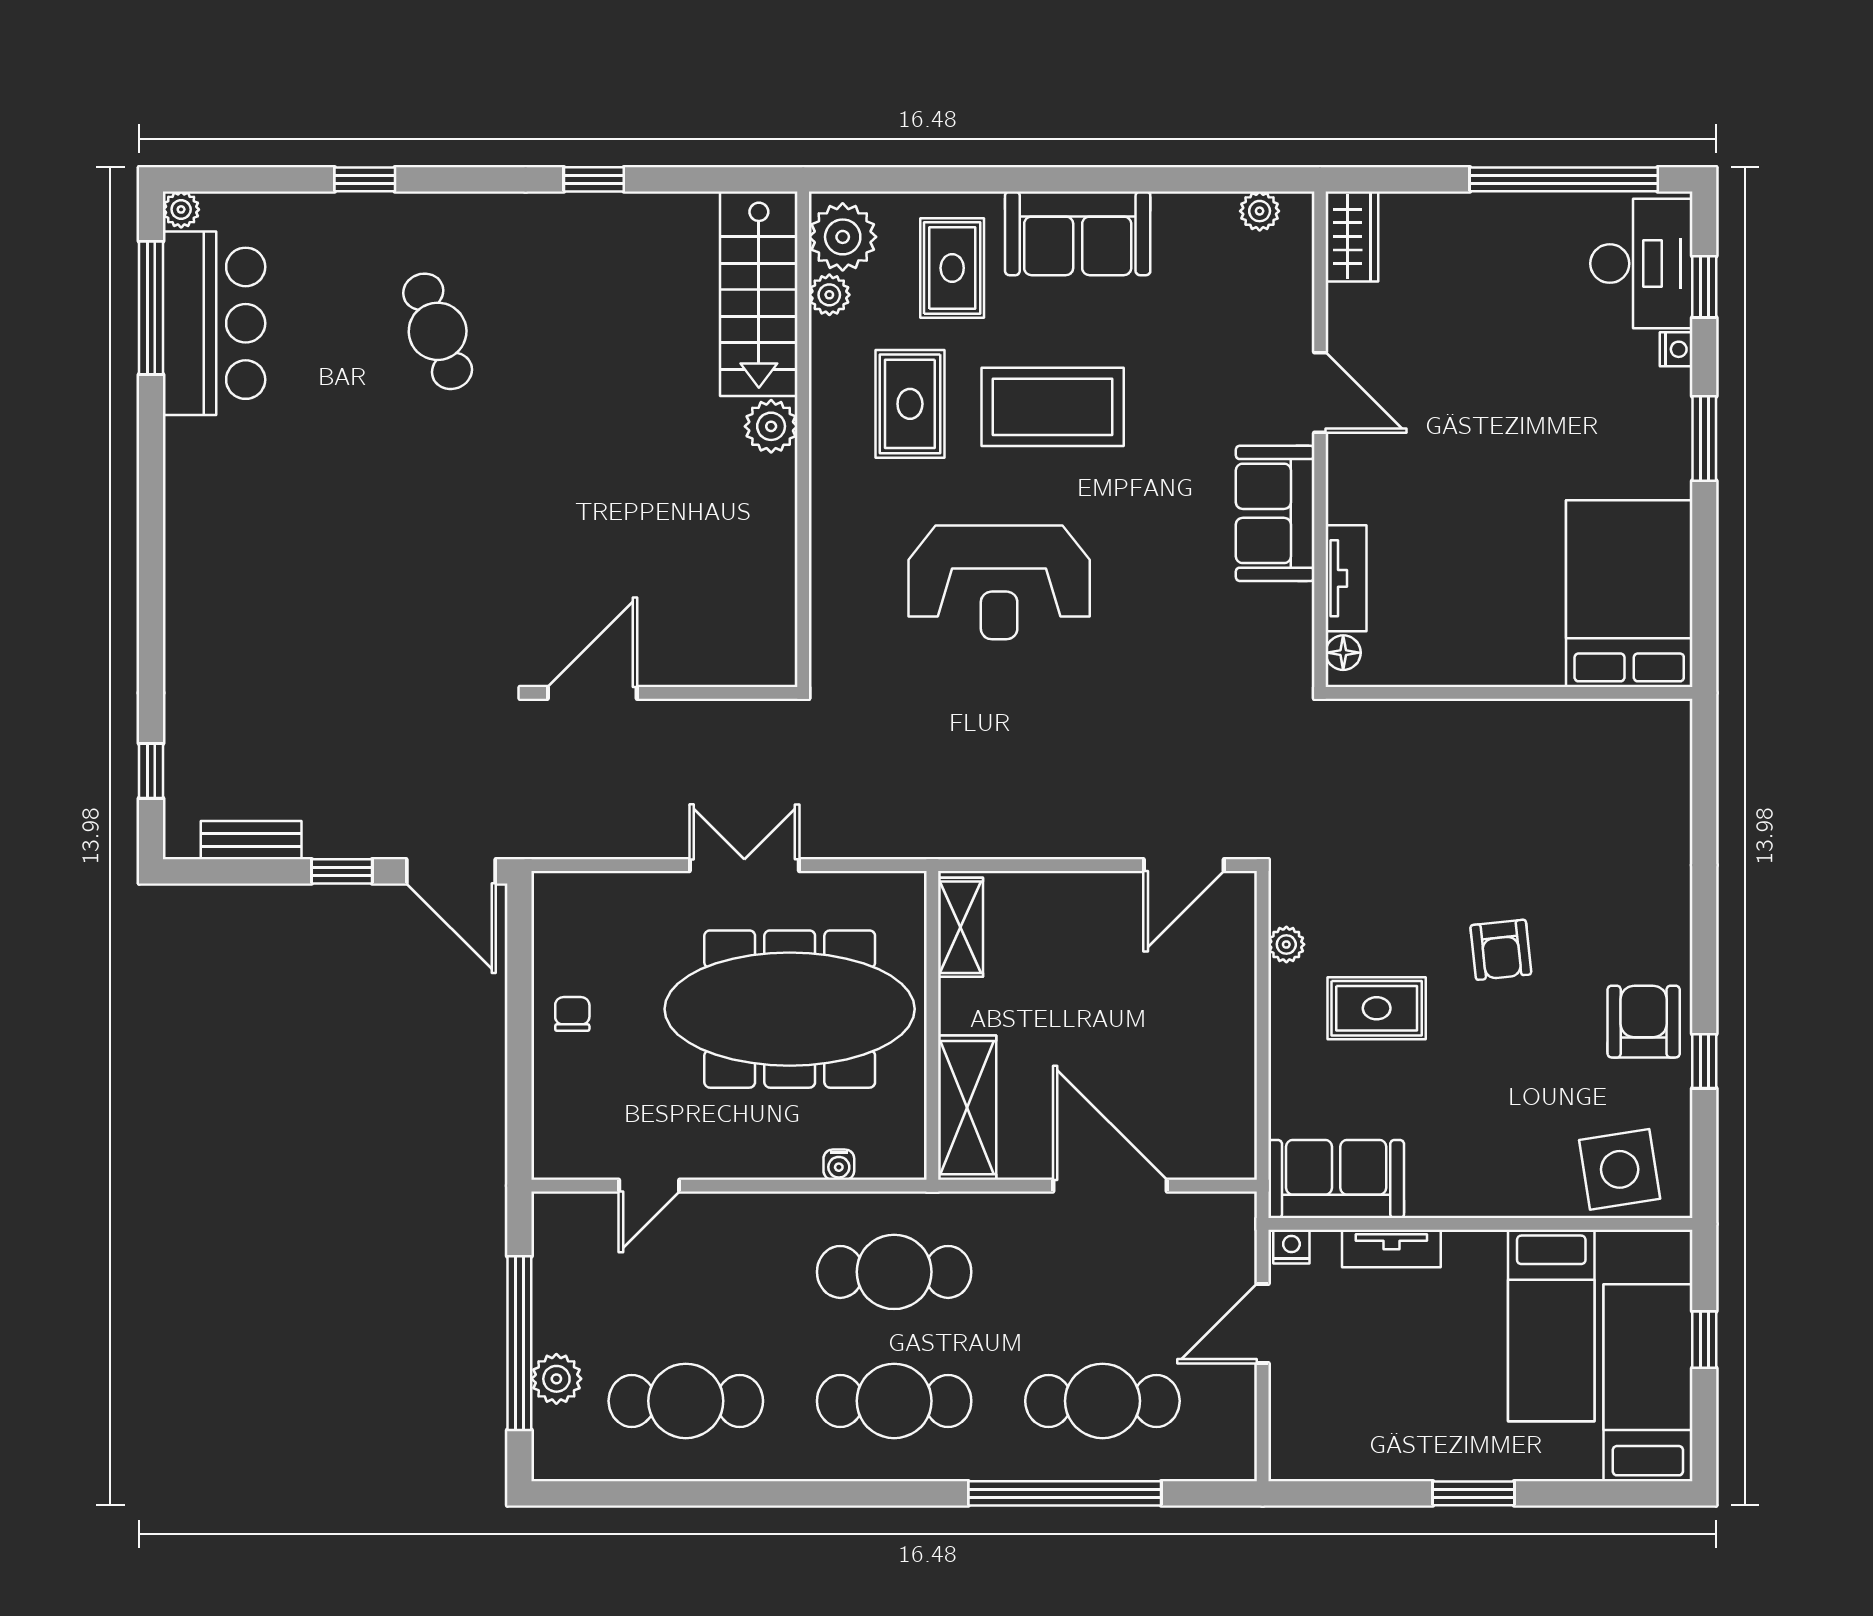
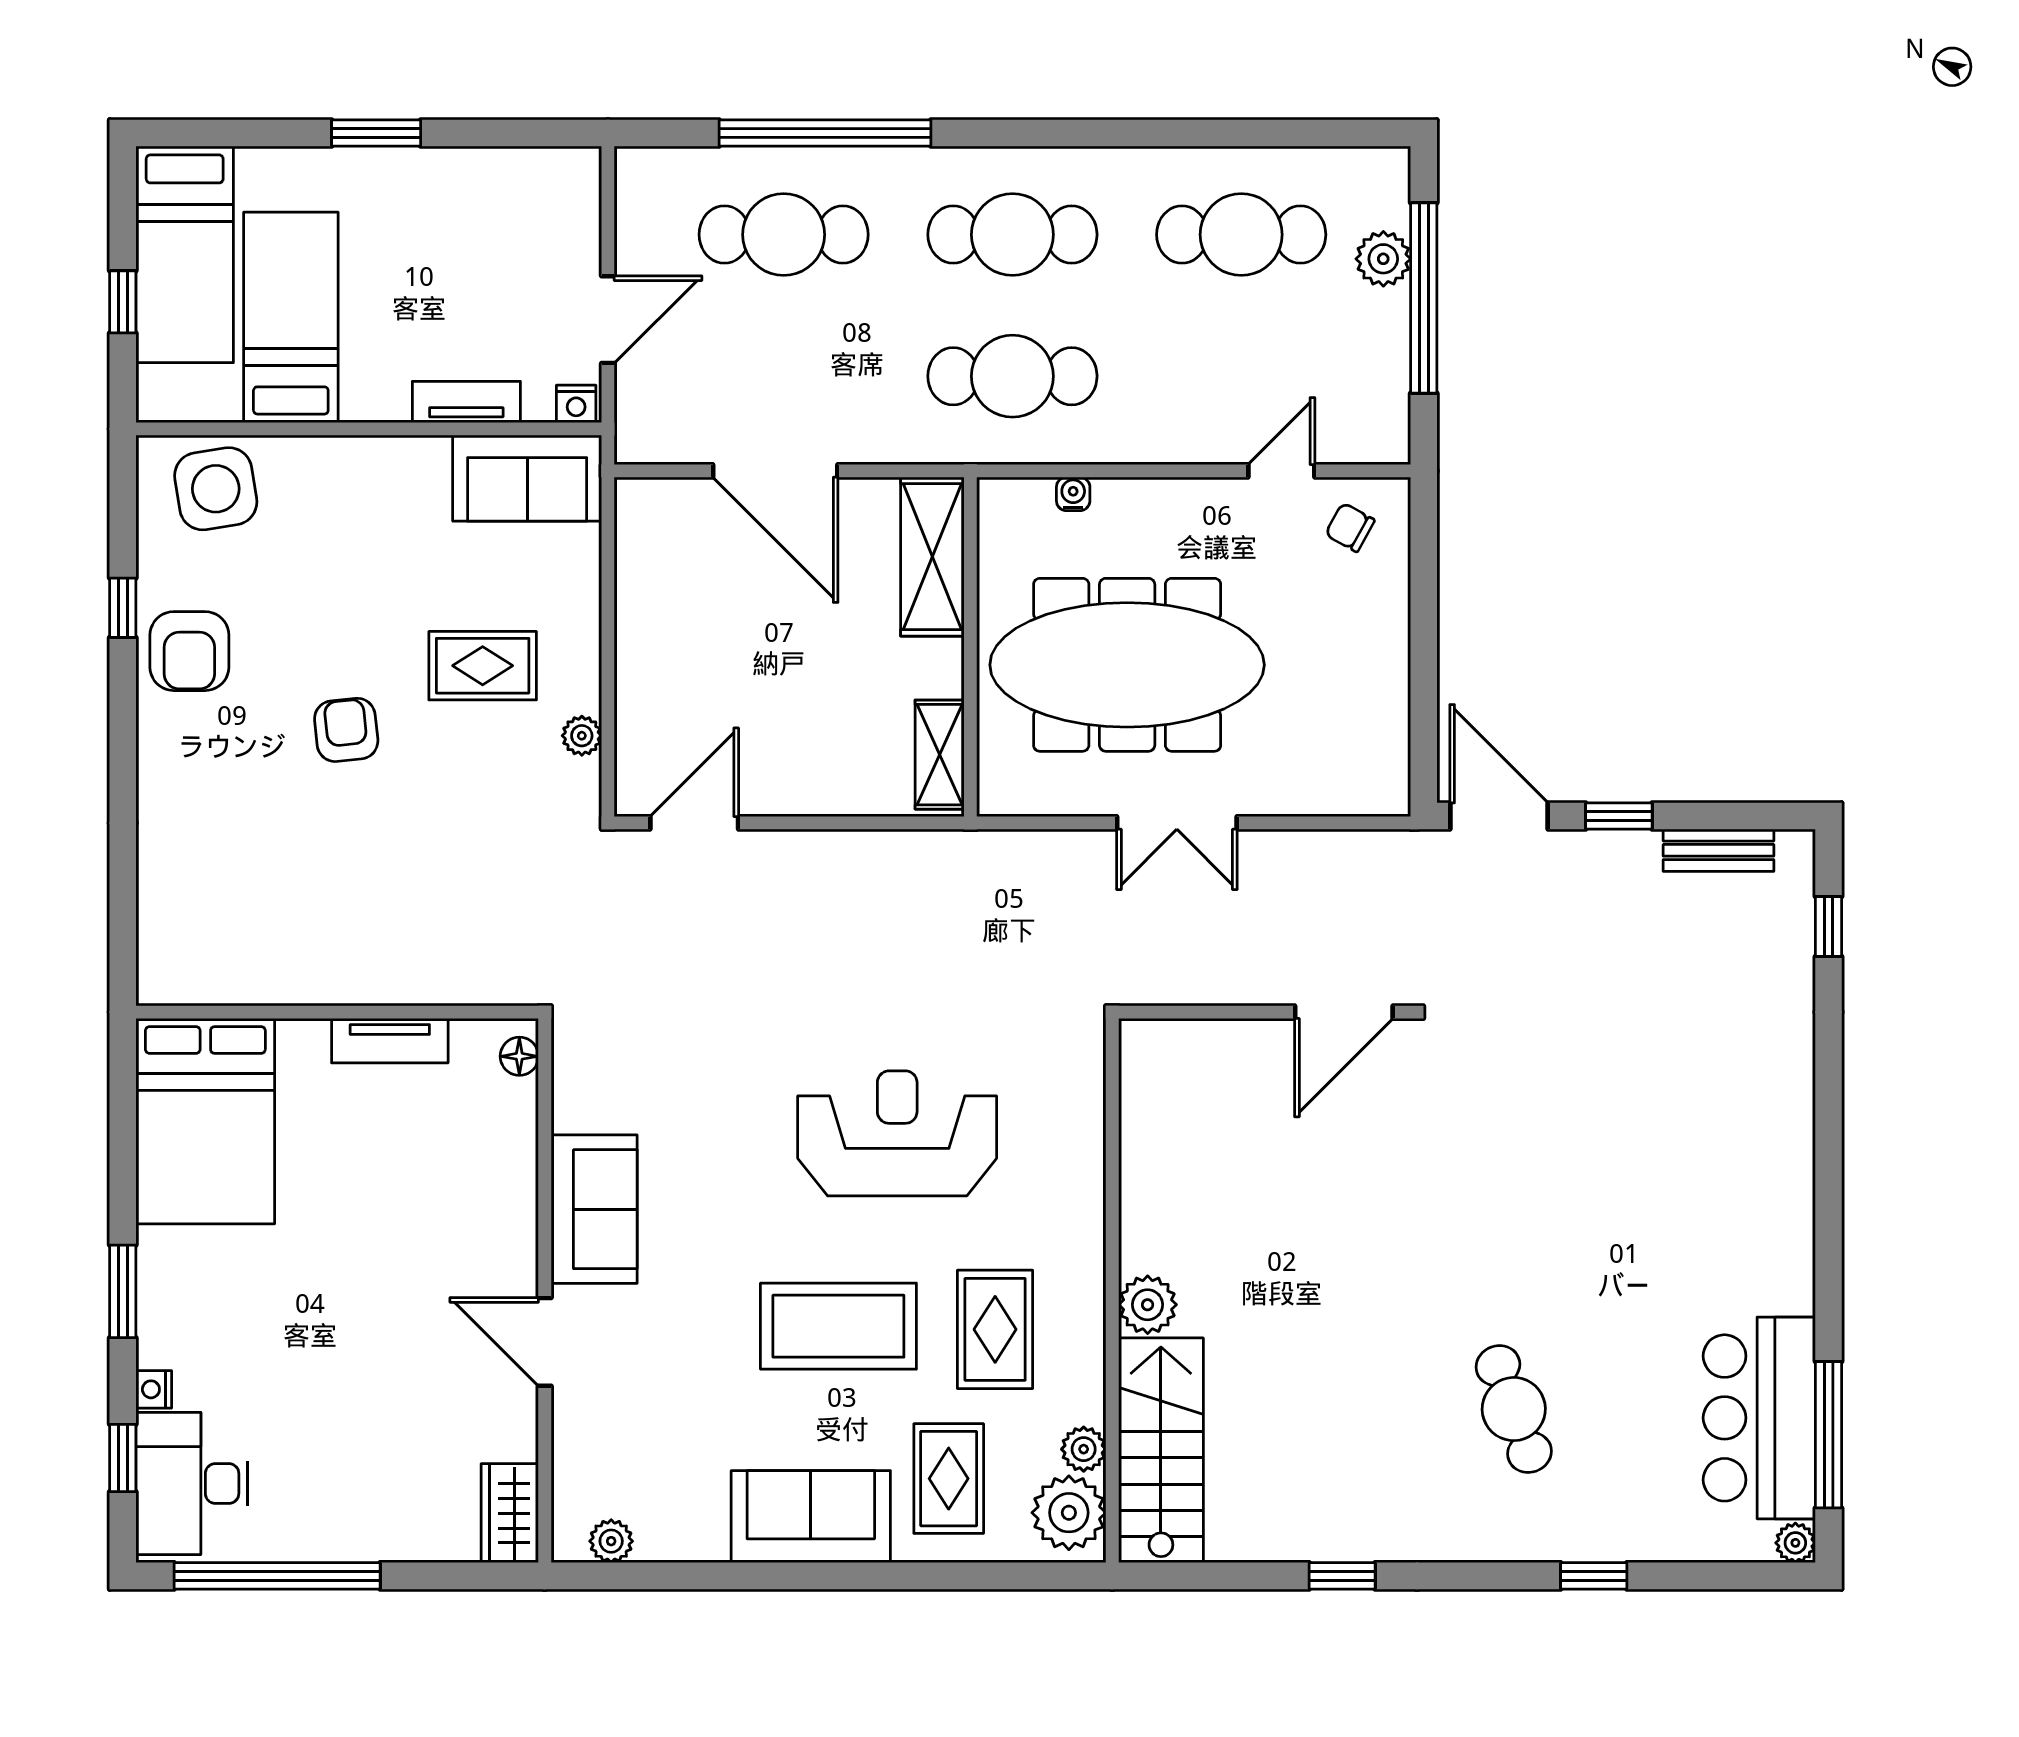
tv unit: (1346, 578) -> (390, 1041), moved, turned -90
chair: (572, 1014) -> (1350, 527), moved, turned 119

